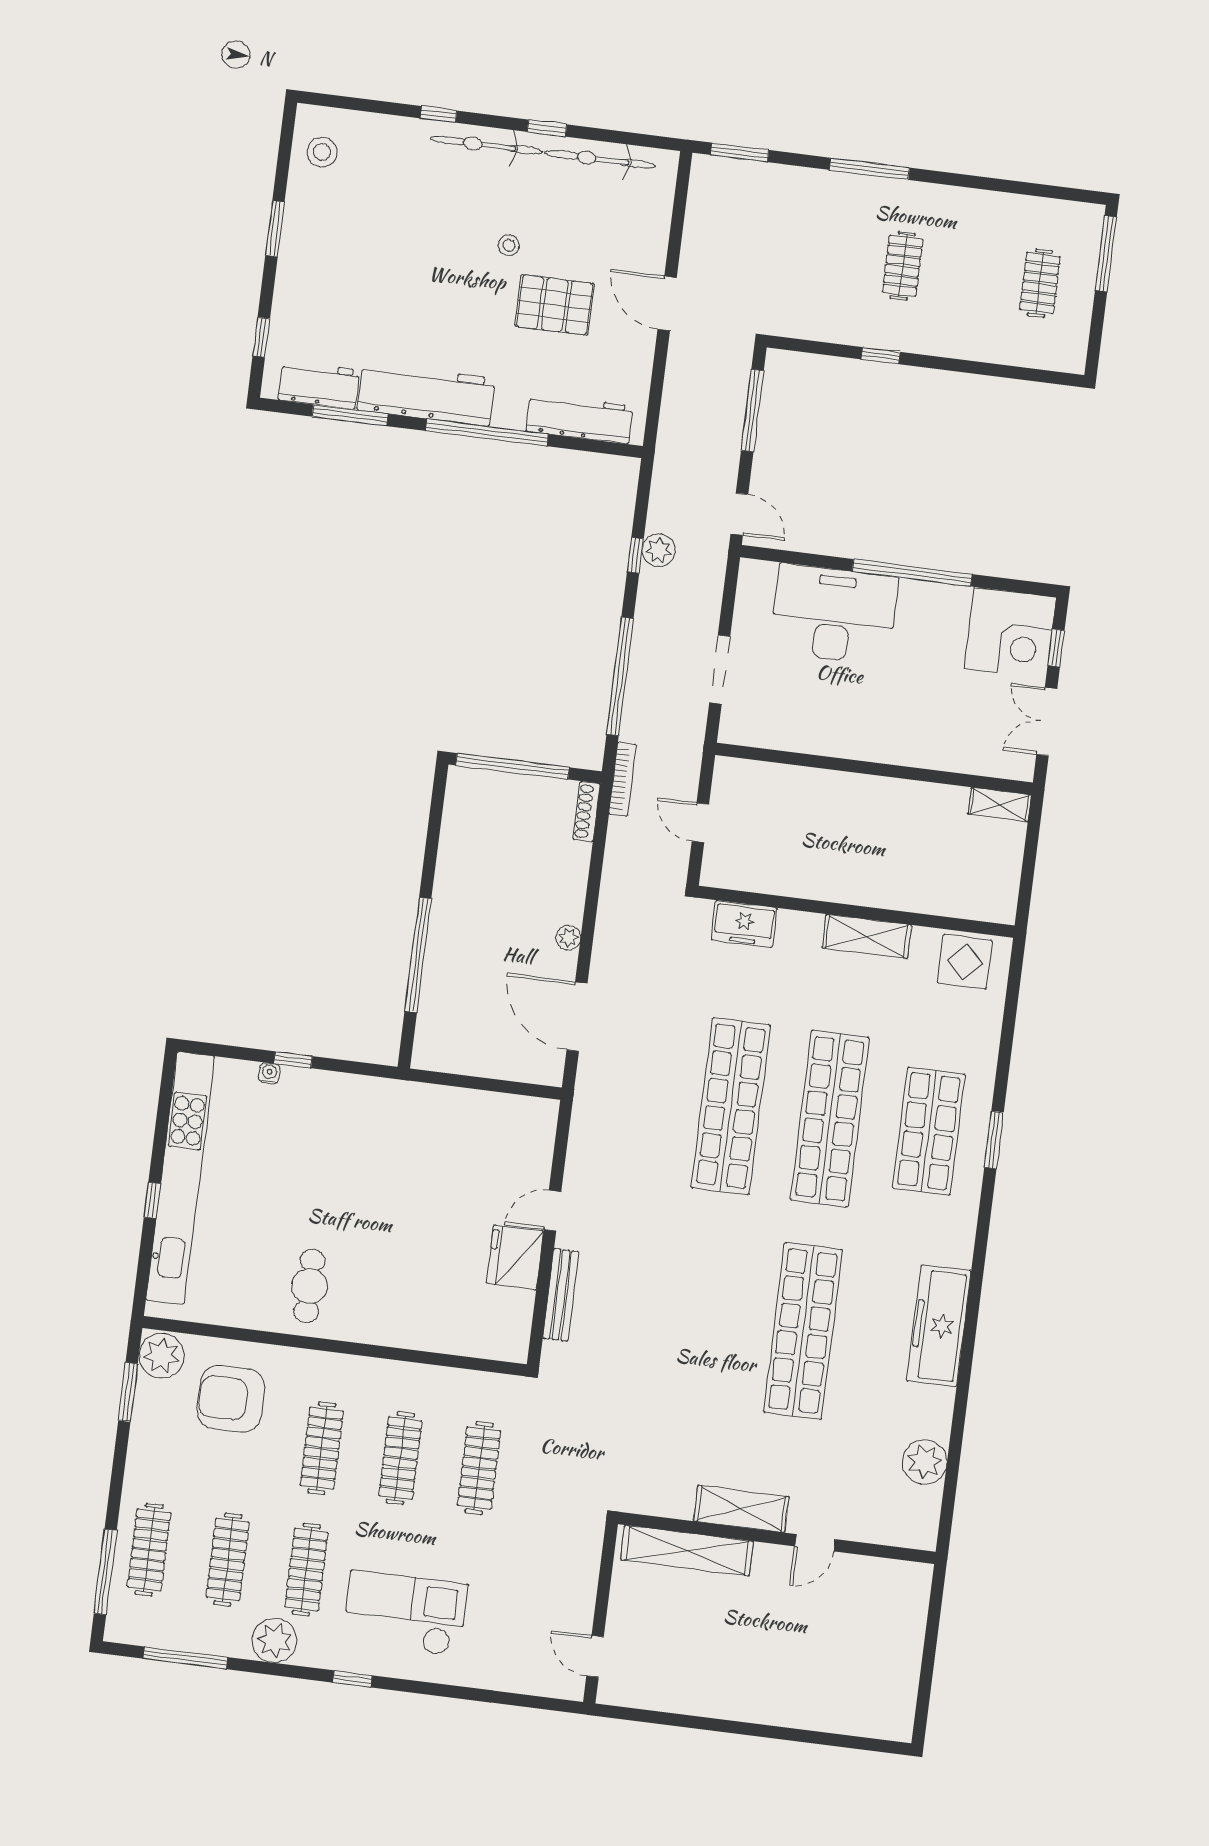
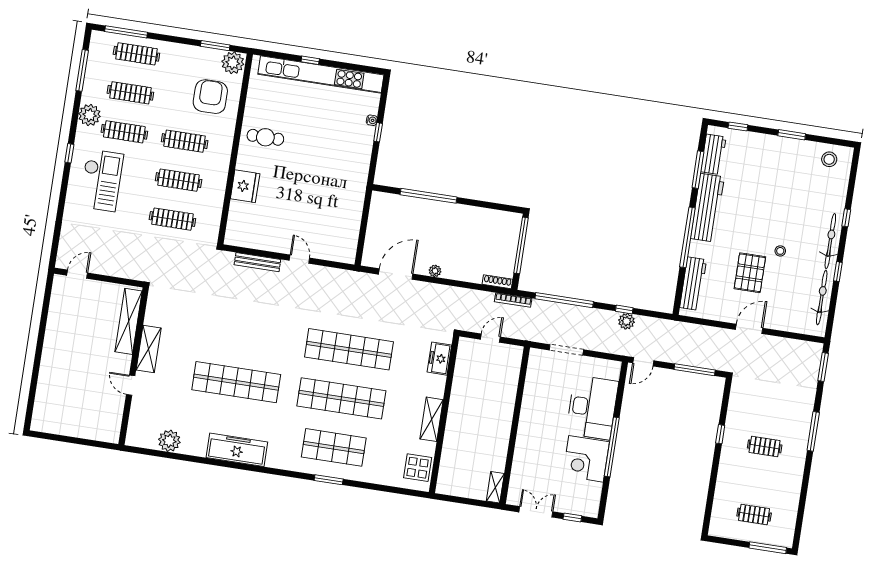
corner desk: (1010, 633) -> (586, 459), moved
fridge: (515, 1257) -> (245, 186), moved, turned 90

